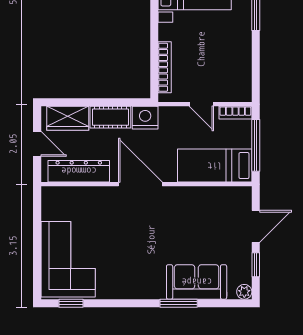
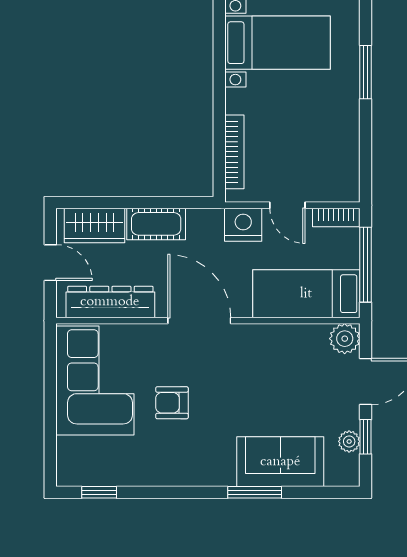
nightstand: (145, 118) -> (243, 225), moved
plant: (241, 197) -> (345, 339), added
armchair: (121, 241) -> (172, 403), added
corner sofa: (68, 259) -> (95, 380), moved
plant: (244, 292) -> (349, 441), moved

